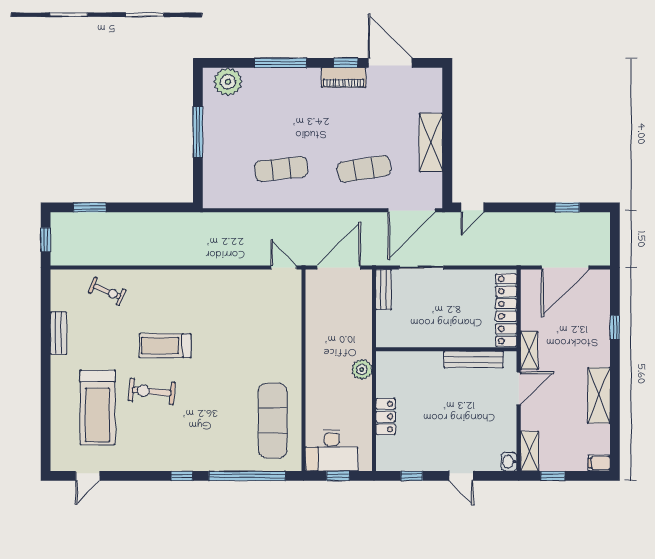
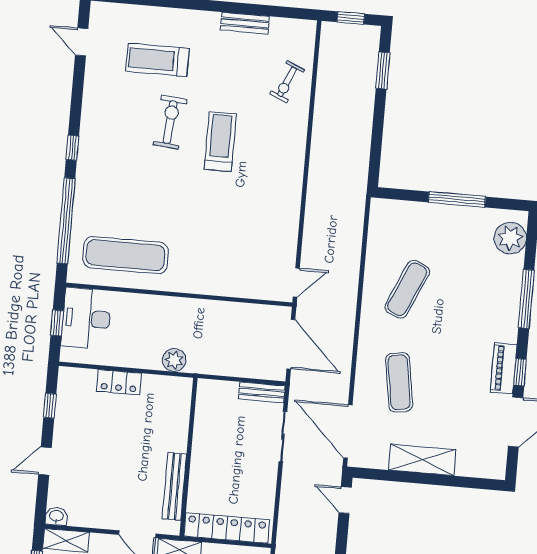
exercise mat: (281, 169) -> (407, 289), turned 30
treadmill: (98, 407) -> (157, 60), width x0.73, depth x0.73

